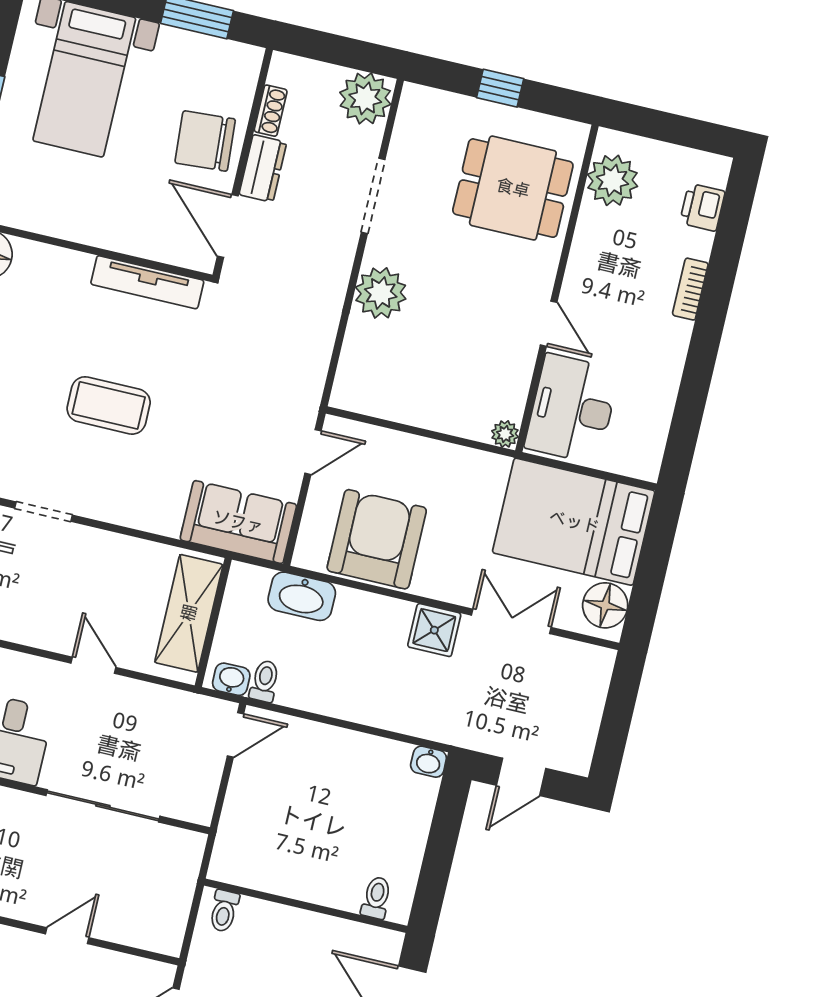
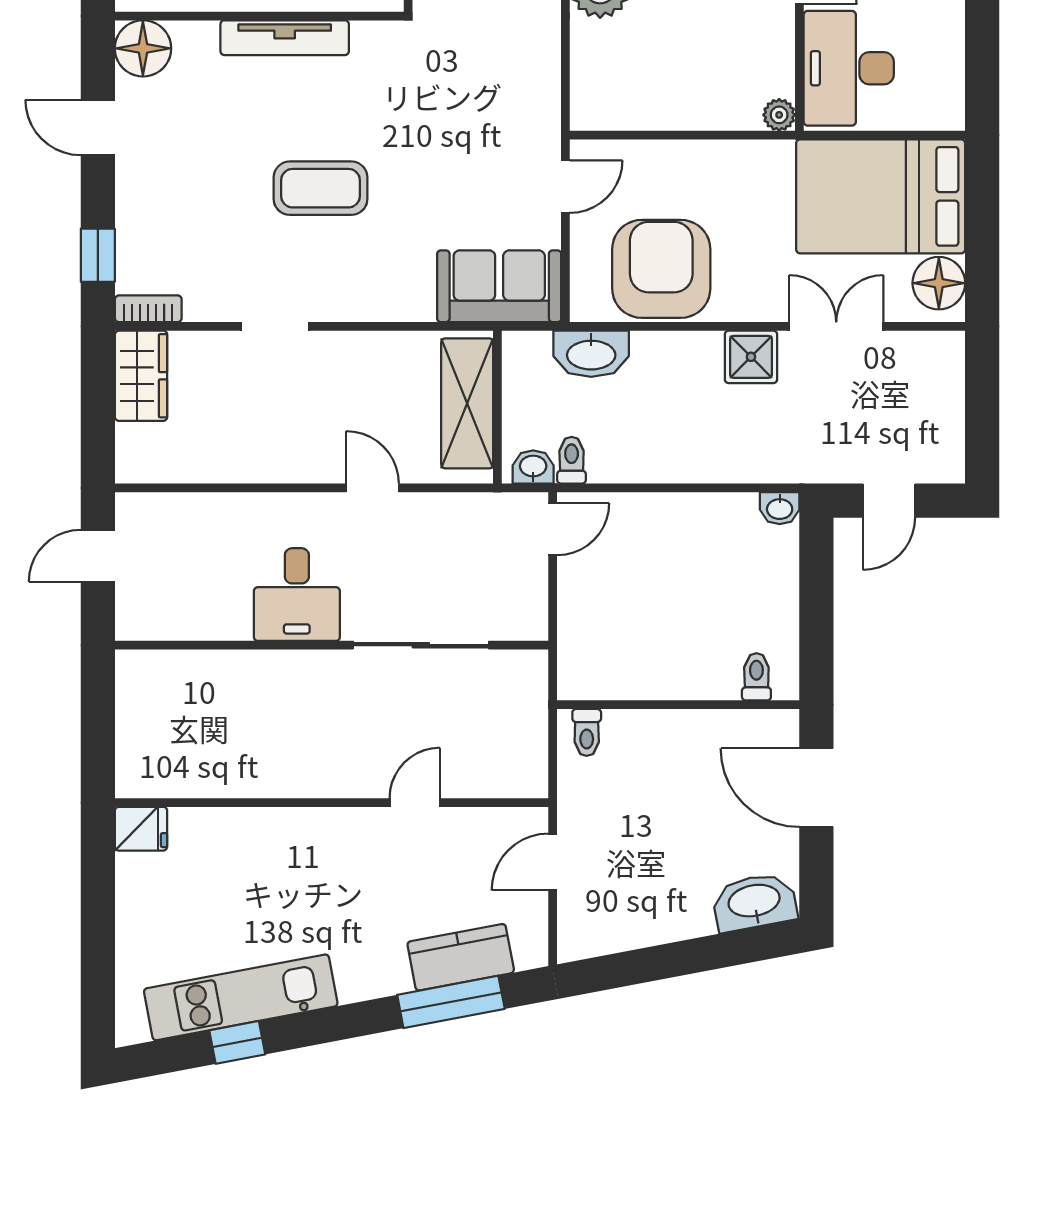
tv unit: (147, 282) -> (285, 38), moved

